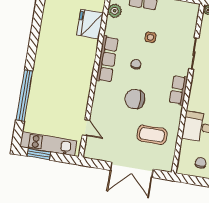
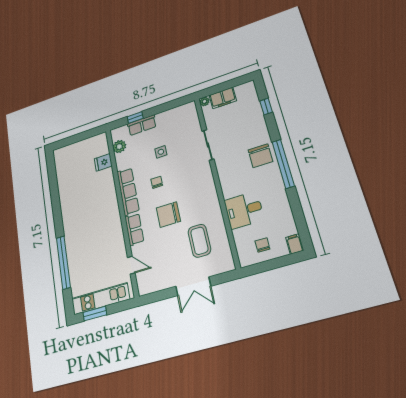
fridge: (90, 24) -> (103, 162), width x0.53, depth x0.75
row of seats: (179, 90) -> (134, 229), moved, turned 180
coffee table: (152, 135) -> (199, 241), turned 90
double door: (132, 170) -> (193, 286), width x0.73

